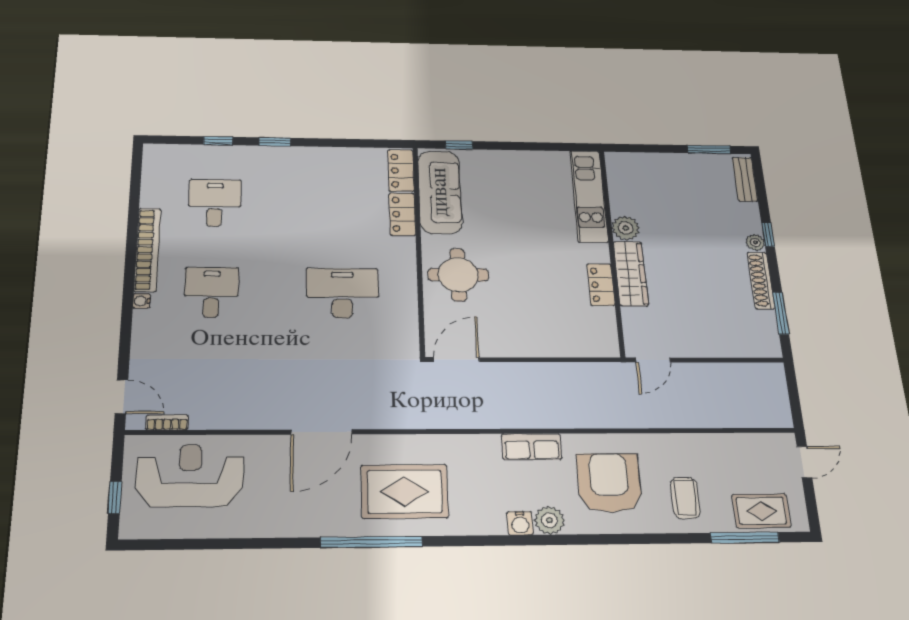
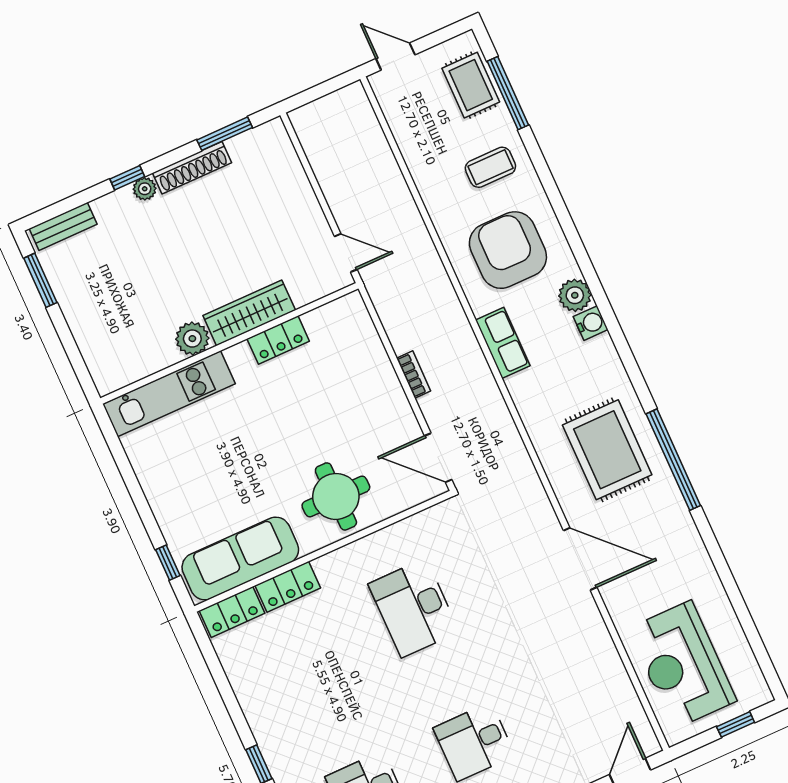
bookcase: (167, 422) -> (414, 375), moved, turned 180
armchair: (609, 483) -> (508, 250), turned 90

